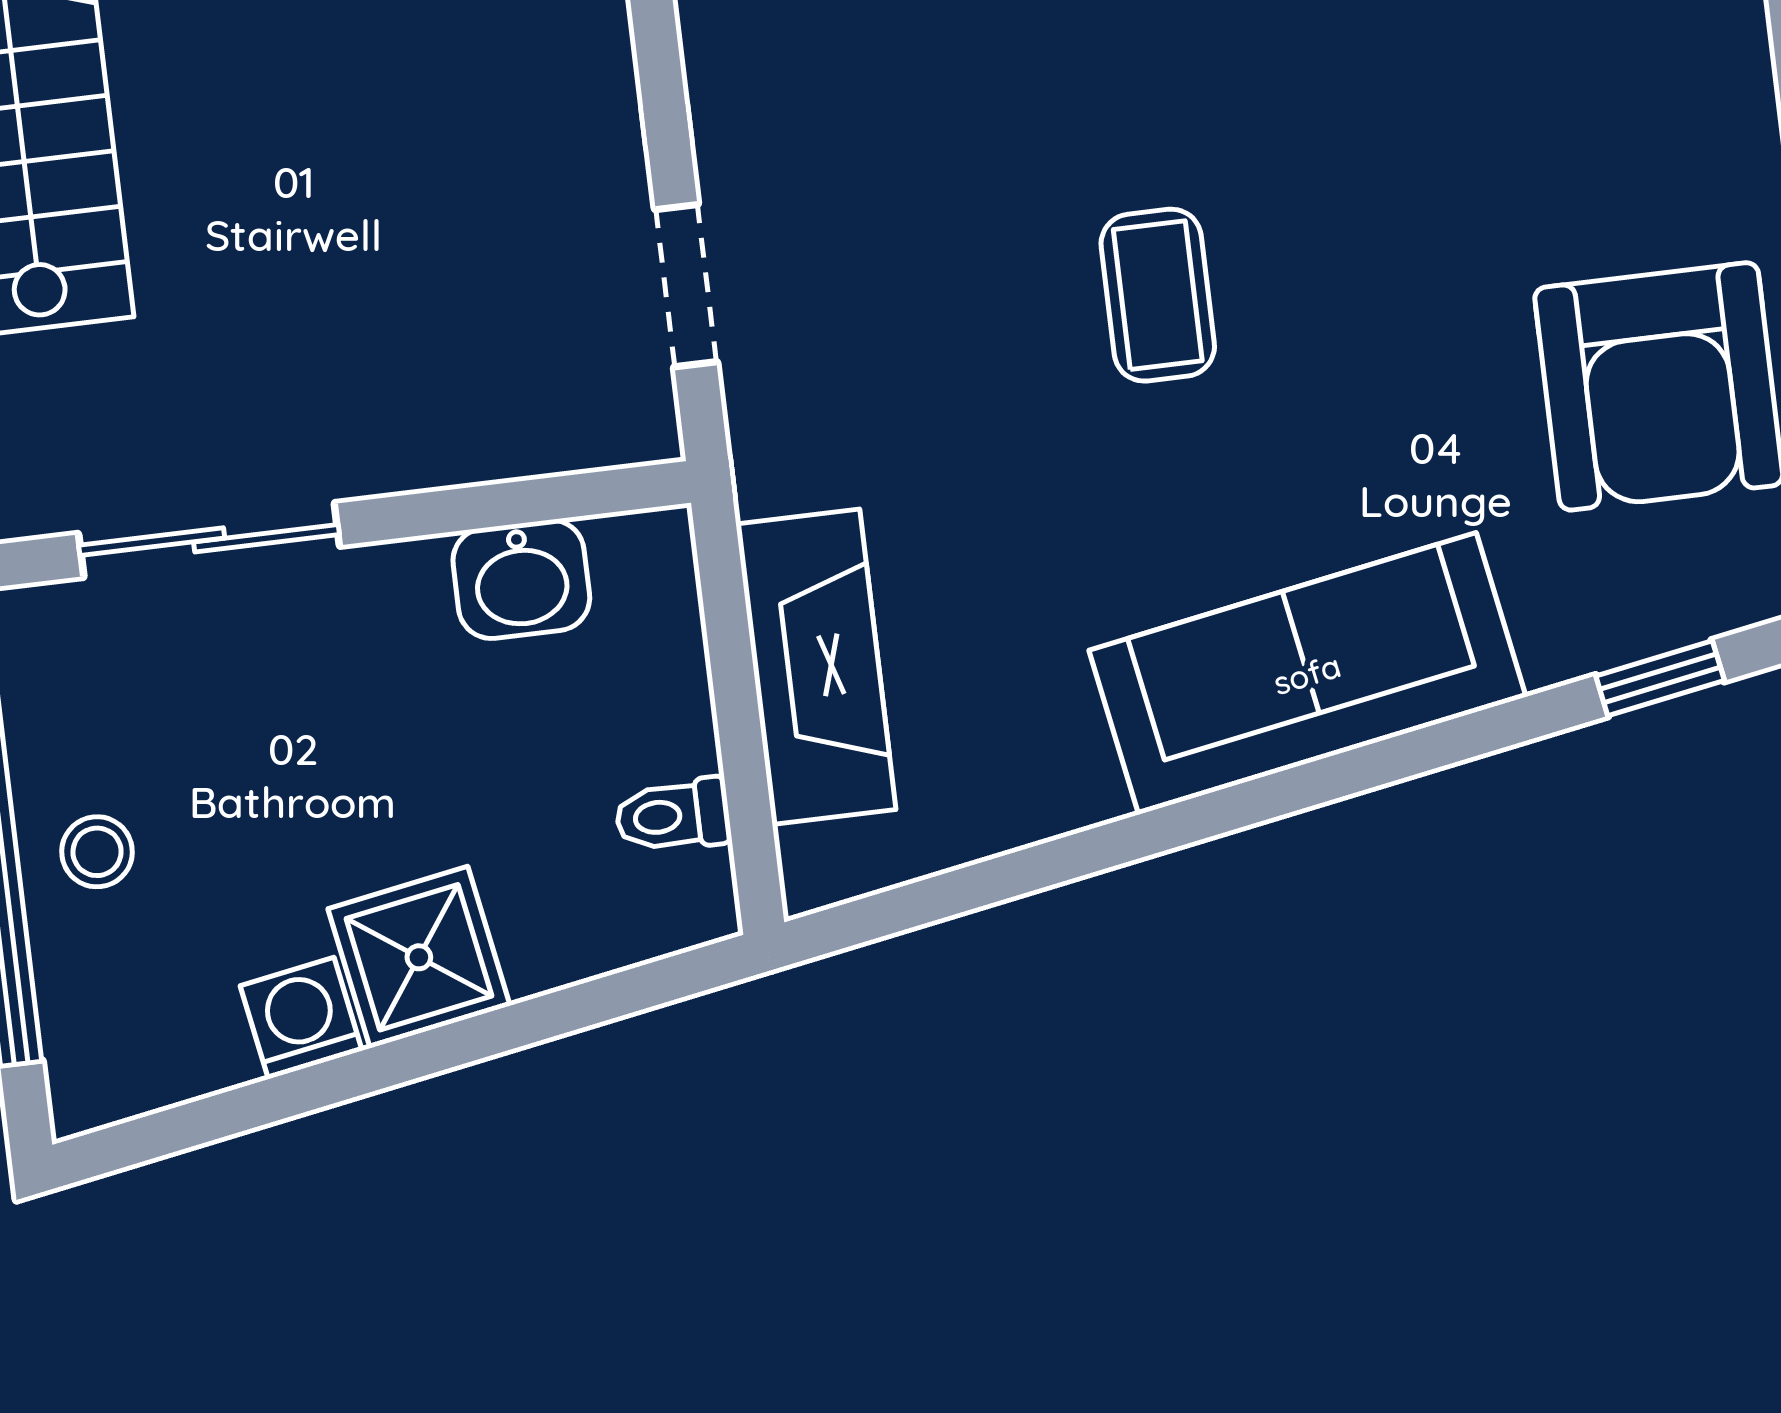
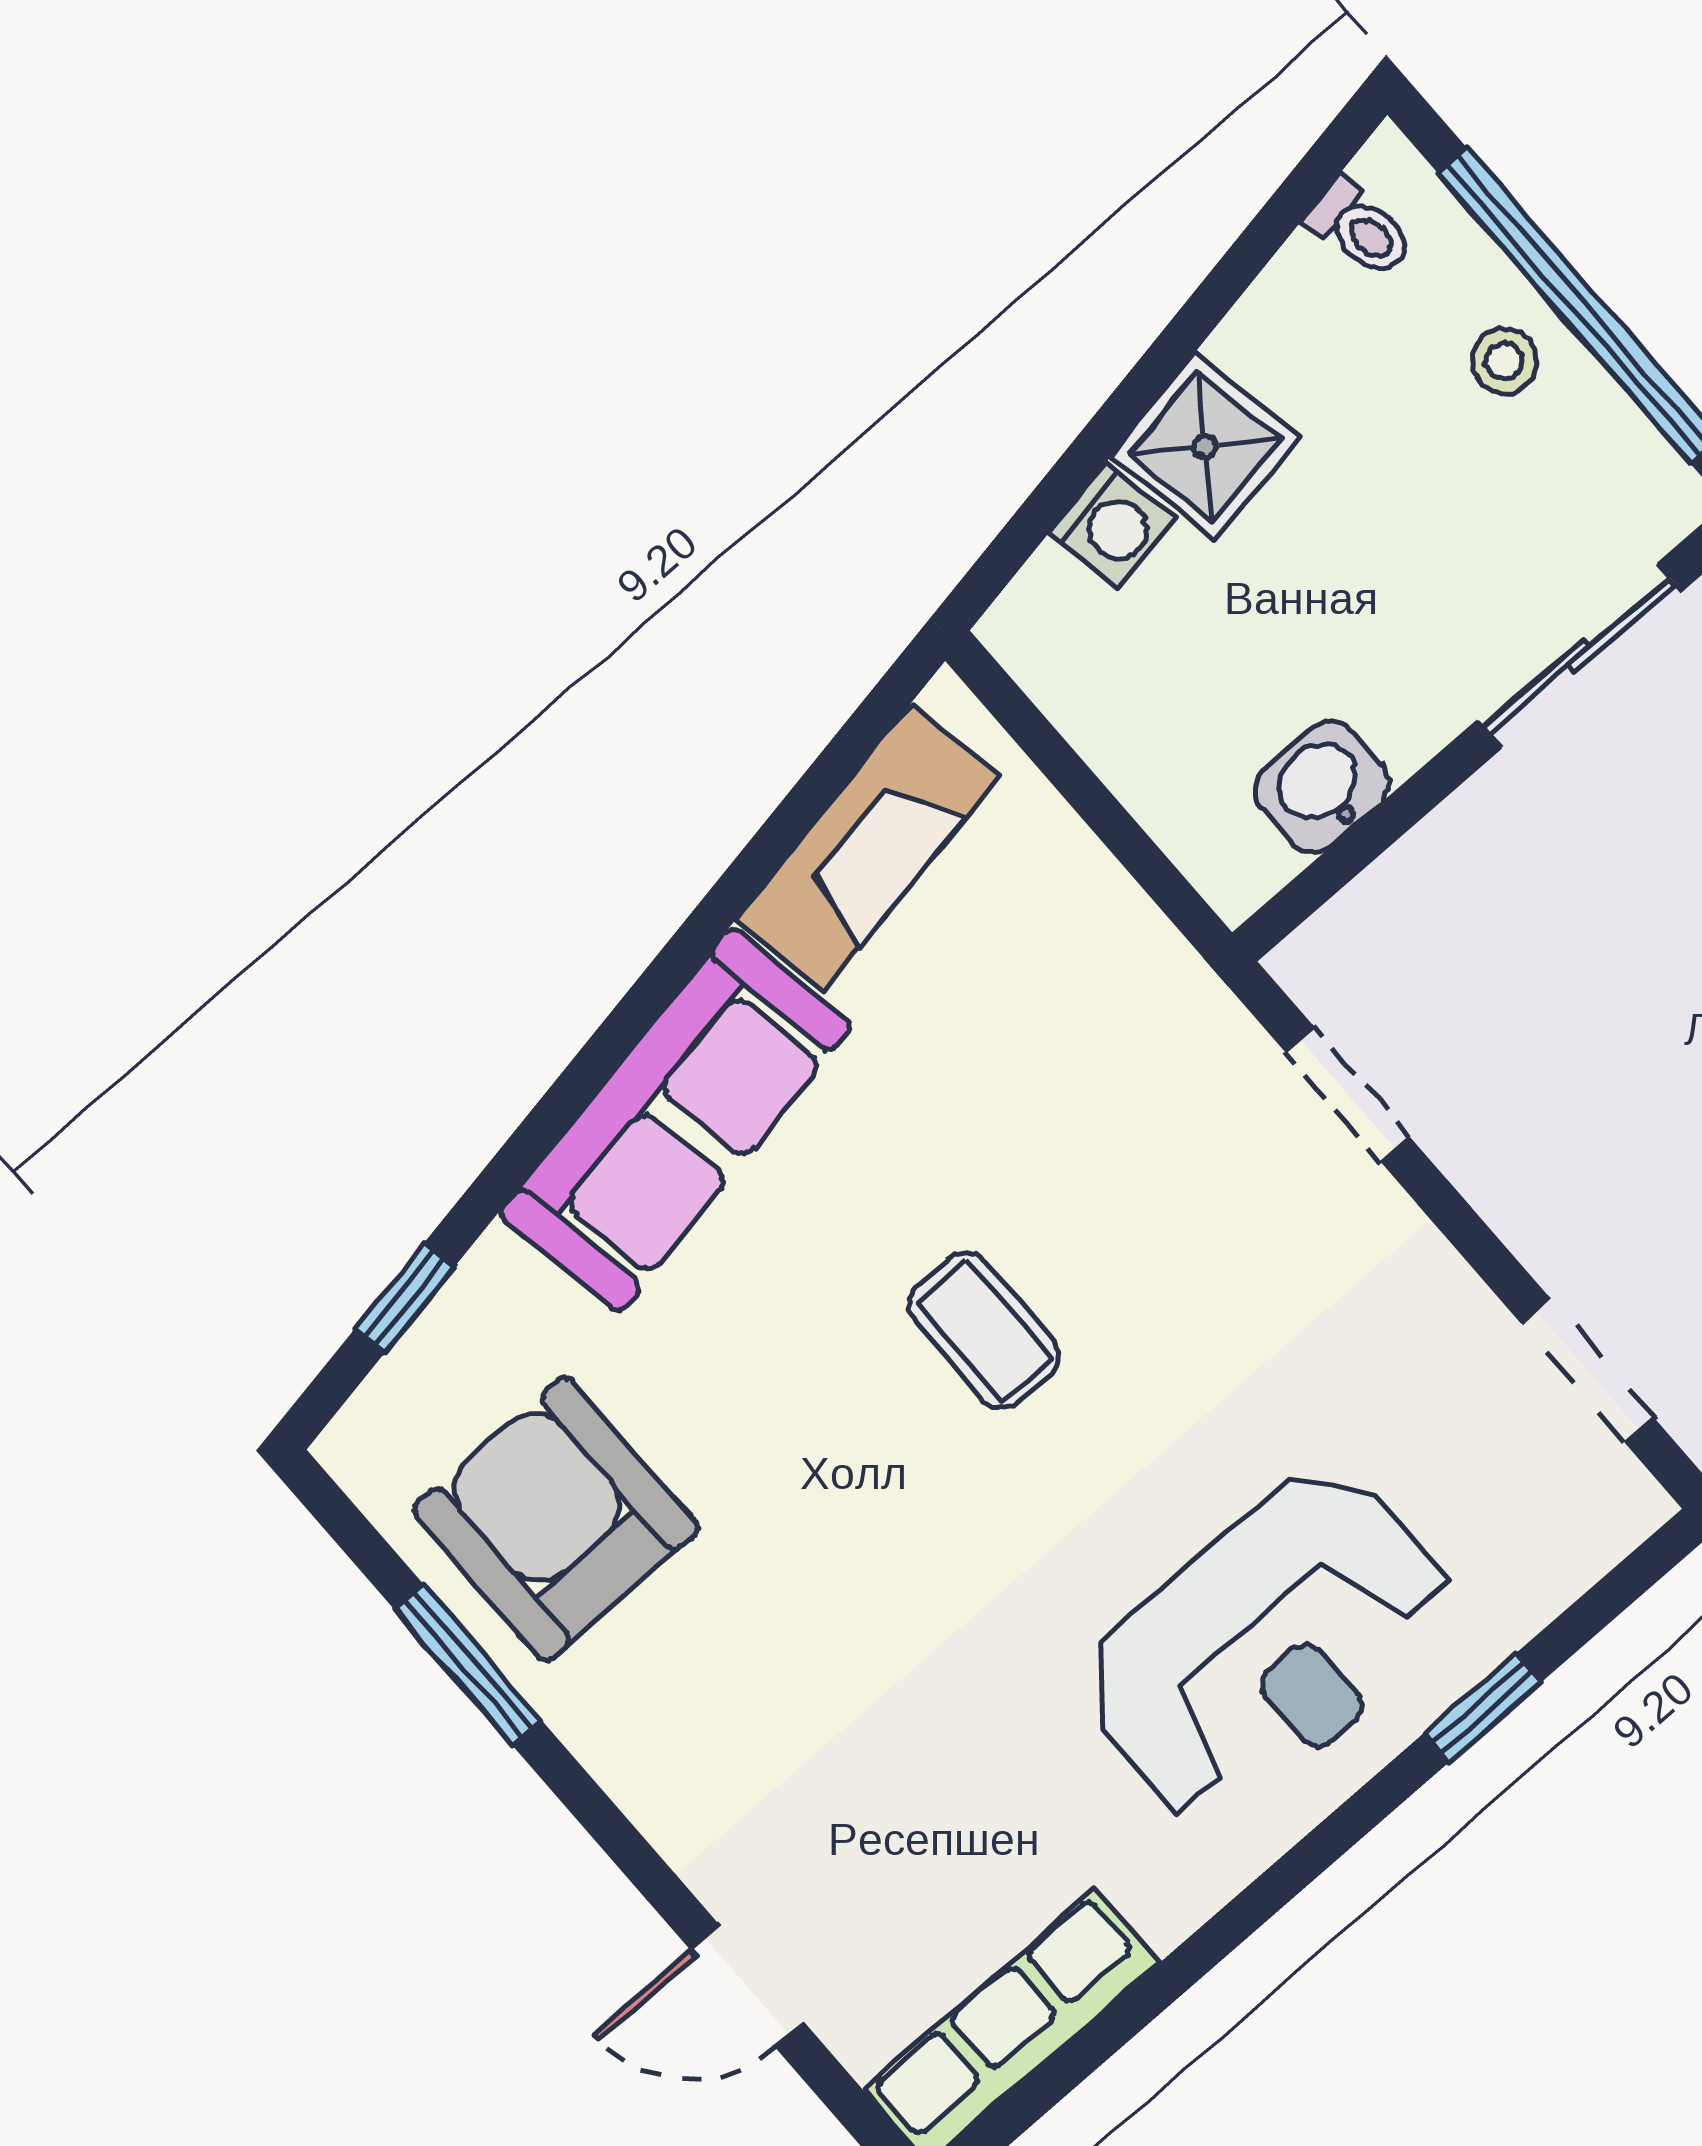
fireplace: (816, 667) -> (868, 847), moved, turned -100
toilet: (673, 815) -> (1360, 229), moved, turned 80
washing machine: (301, 1018) -> (1112, 526), moved

